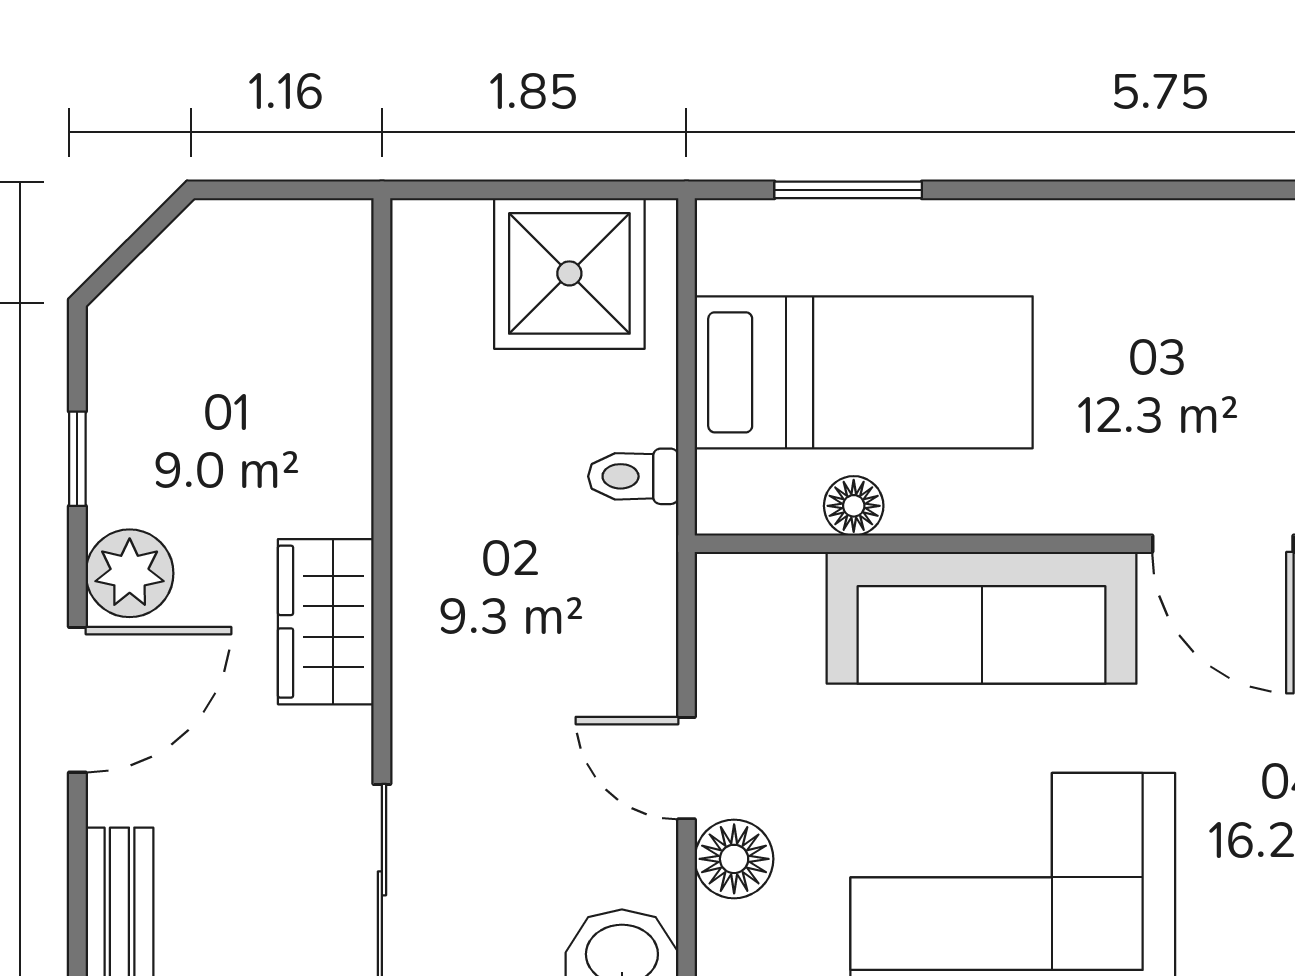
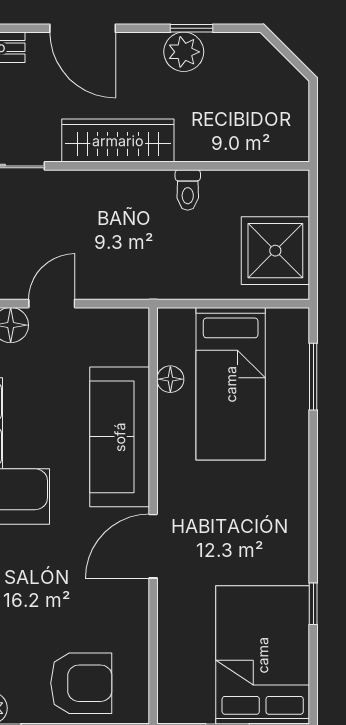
toilet: (633, 476) -> (188, 190), moved, turned 180
plant: (130, 573) -> (184, 52), moved
wardrobe: (326, 622) -> (118, 141), width x1.50

